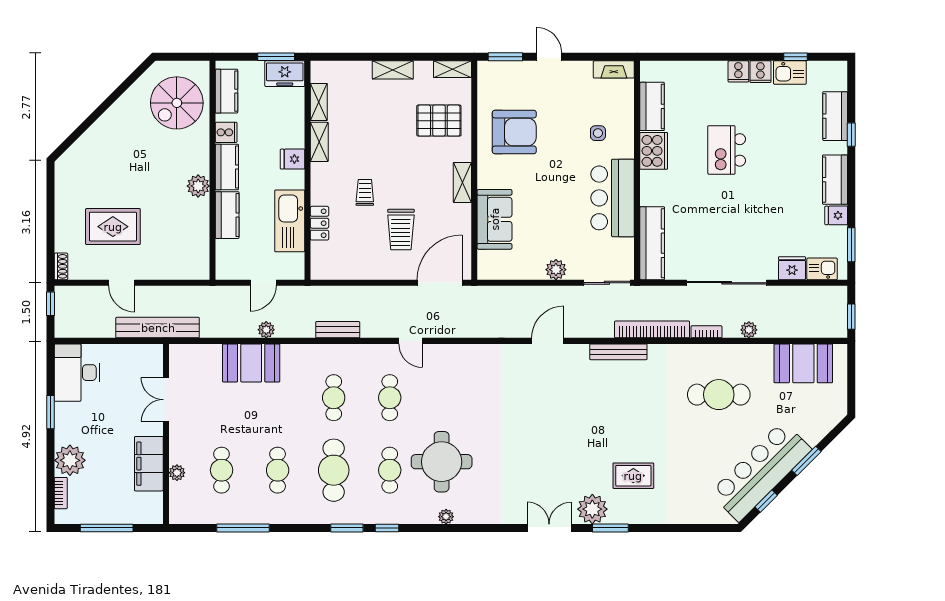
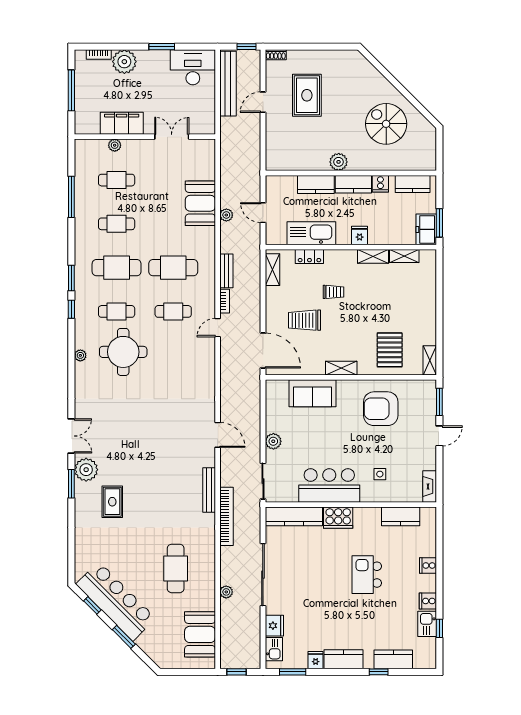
shelving: (393, 70) -> (272, 270), moved
cooker: (738, 71) -> (428, 565), moved
spiral stairs: (177, 103) -> (386, 124), moved
armchair: (514, 132) -> (381, 409), turned 90
kitchen island: (727, 150) -> (367, 575), turned -90
cooker: (654, 151) -> (338, 518), moved
bench: (158, 328) -> (228, 84), moved
bookcase: (706, 332) -> (225, 301), moved
cafe table: (334, 398) -> (173, 268), width x1.37, depth x1.35

